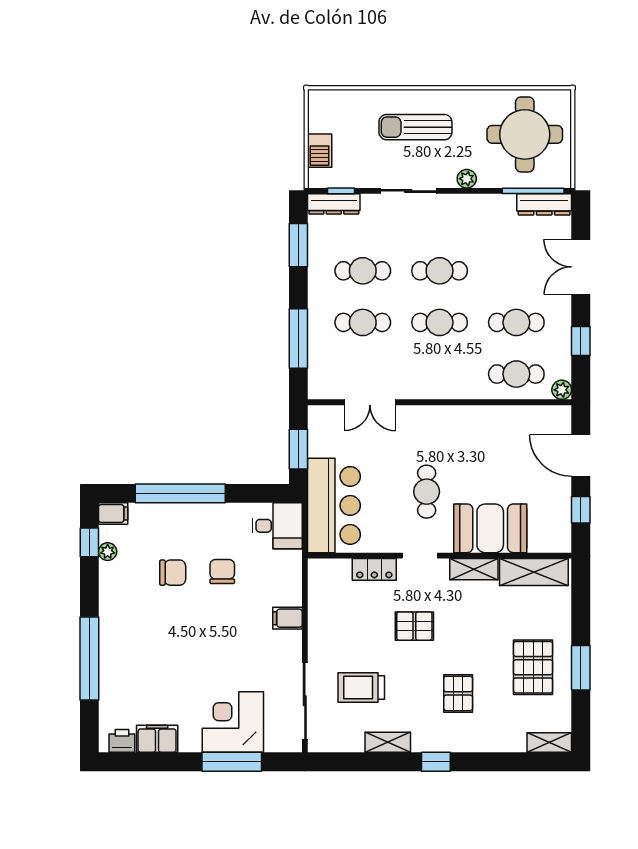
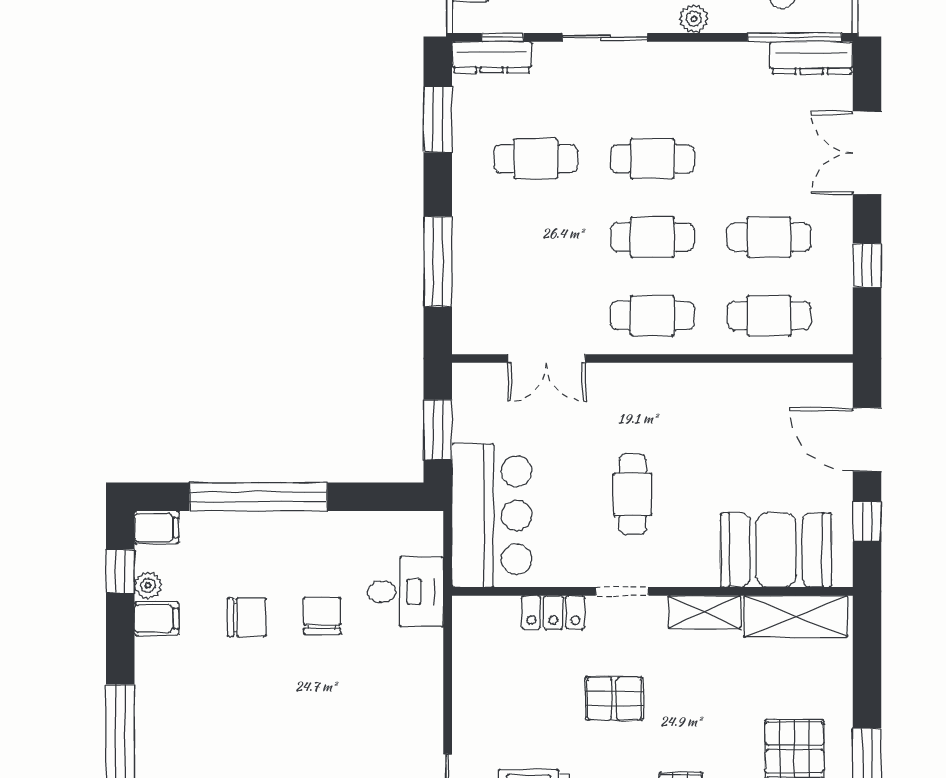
cafe table: (363, 322) -> (652, 316), moved
plant: (562, 390) -> (838, 339), removed
desk: (277, 526) -> (405, 592), moved
booth: (490, 528) -> (776, 550), moved
filing cabinet: (287, 618) -> (156, 618), moved, turned 180

